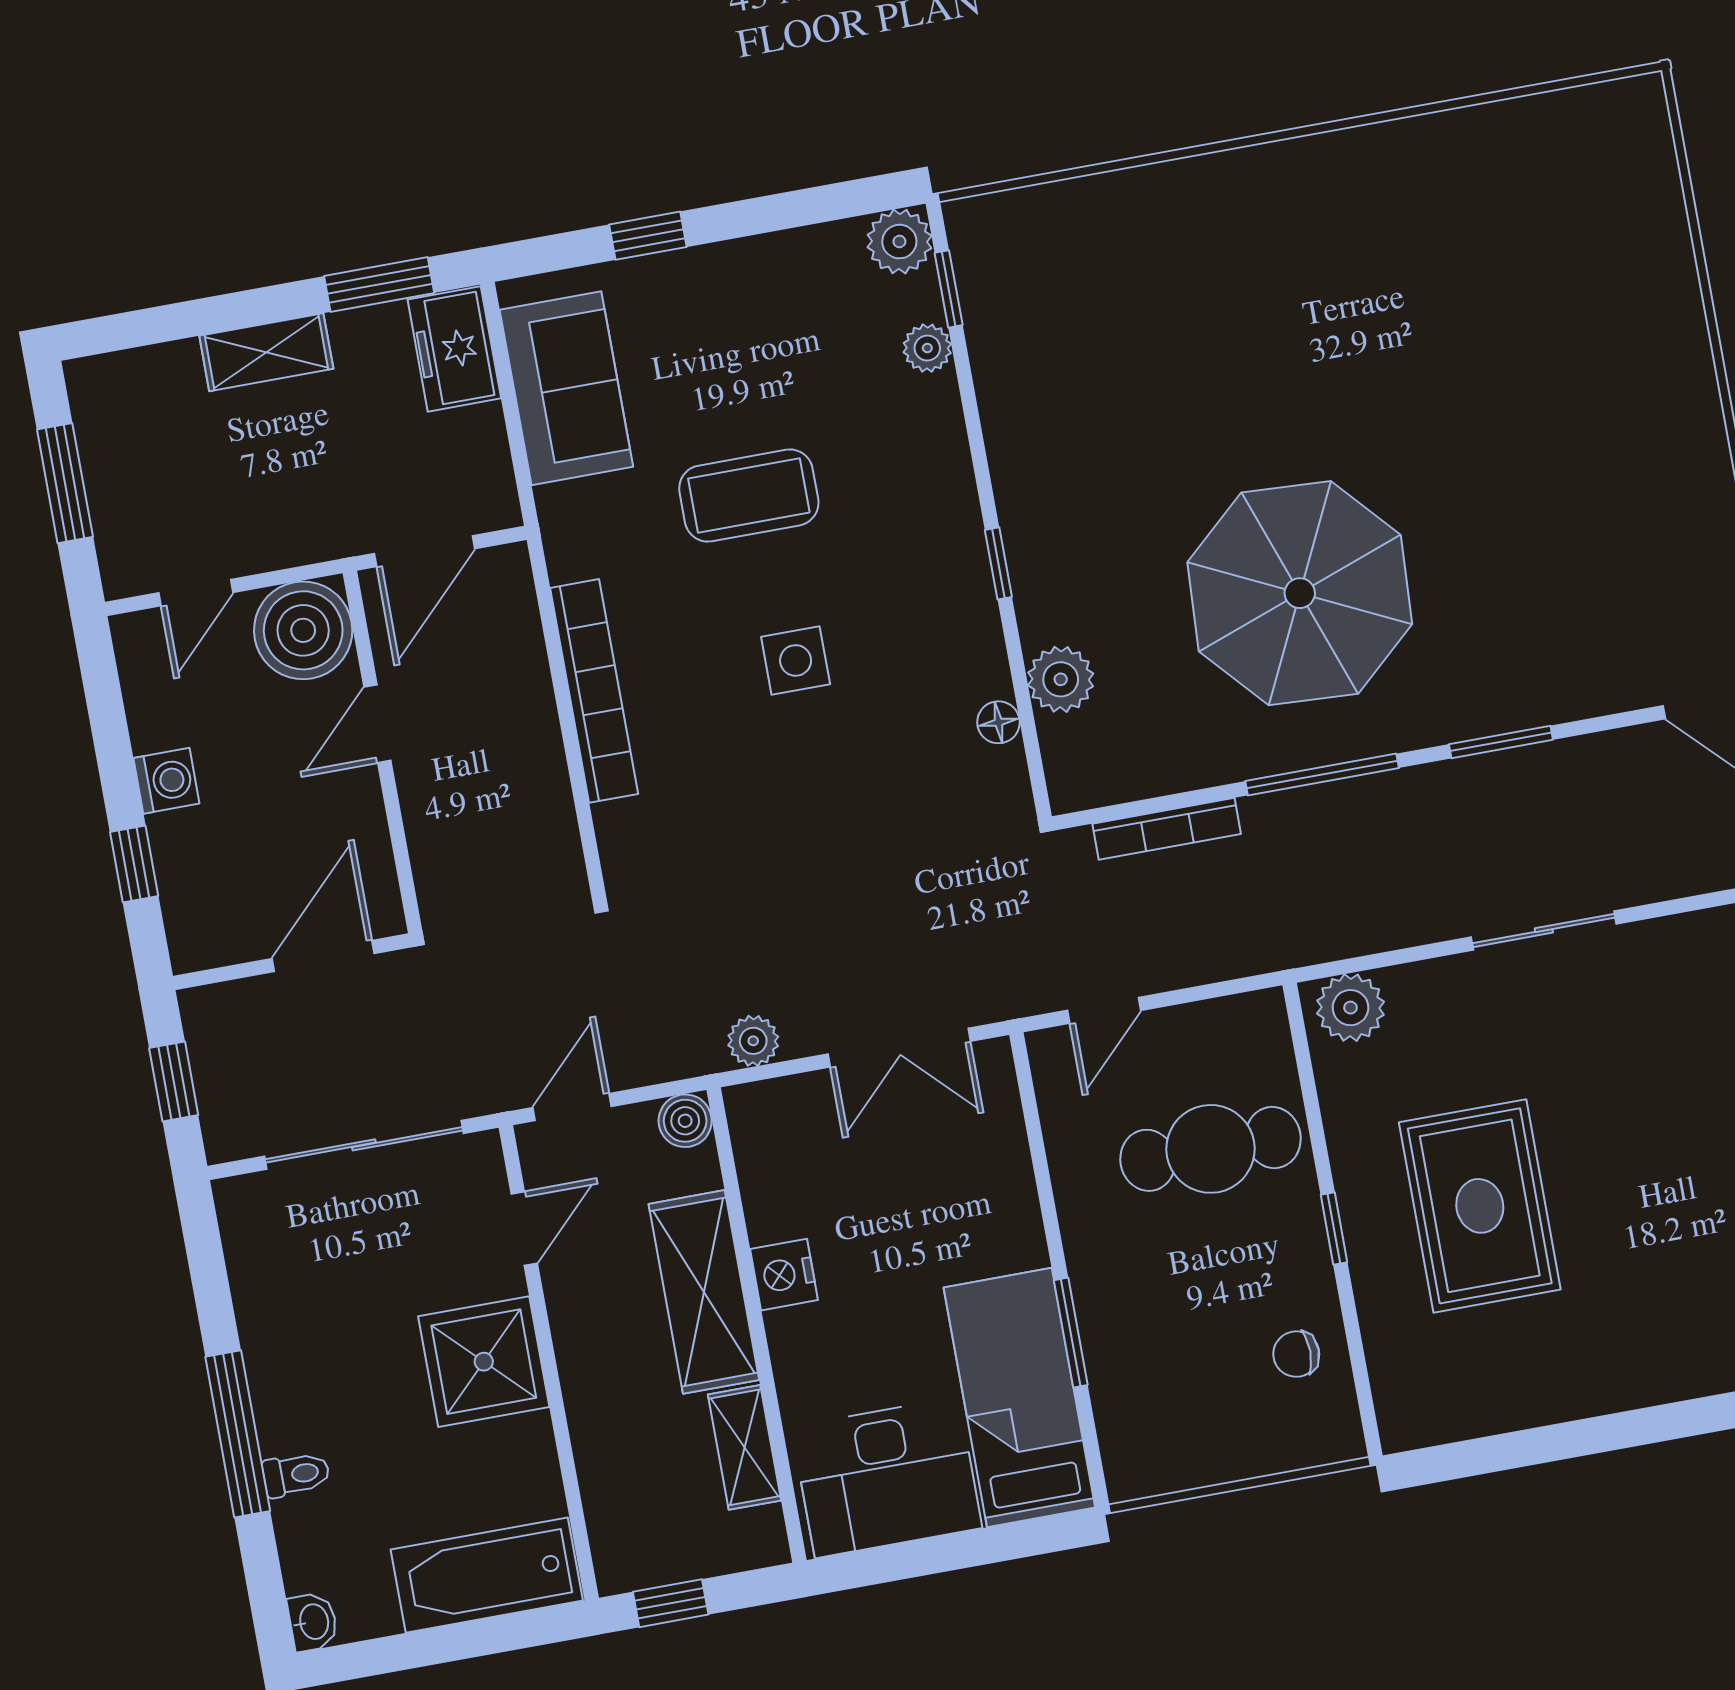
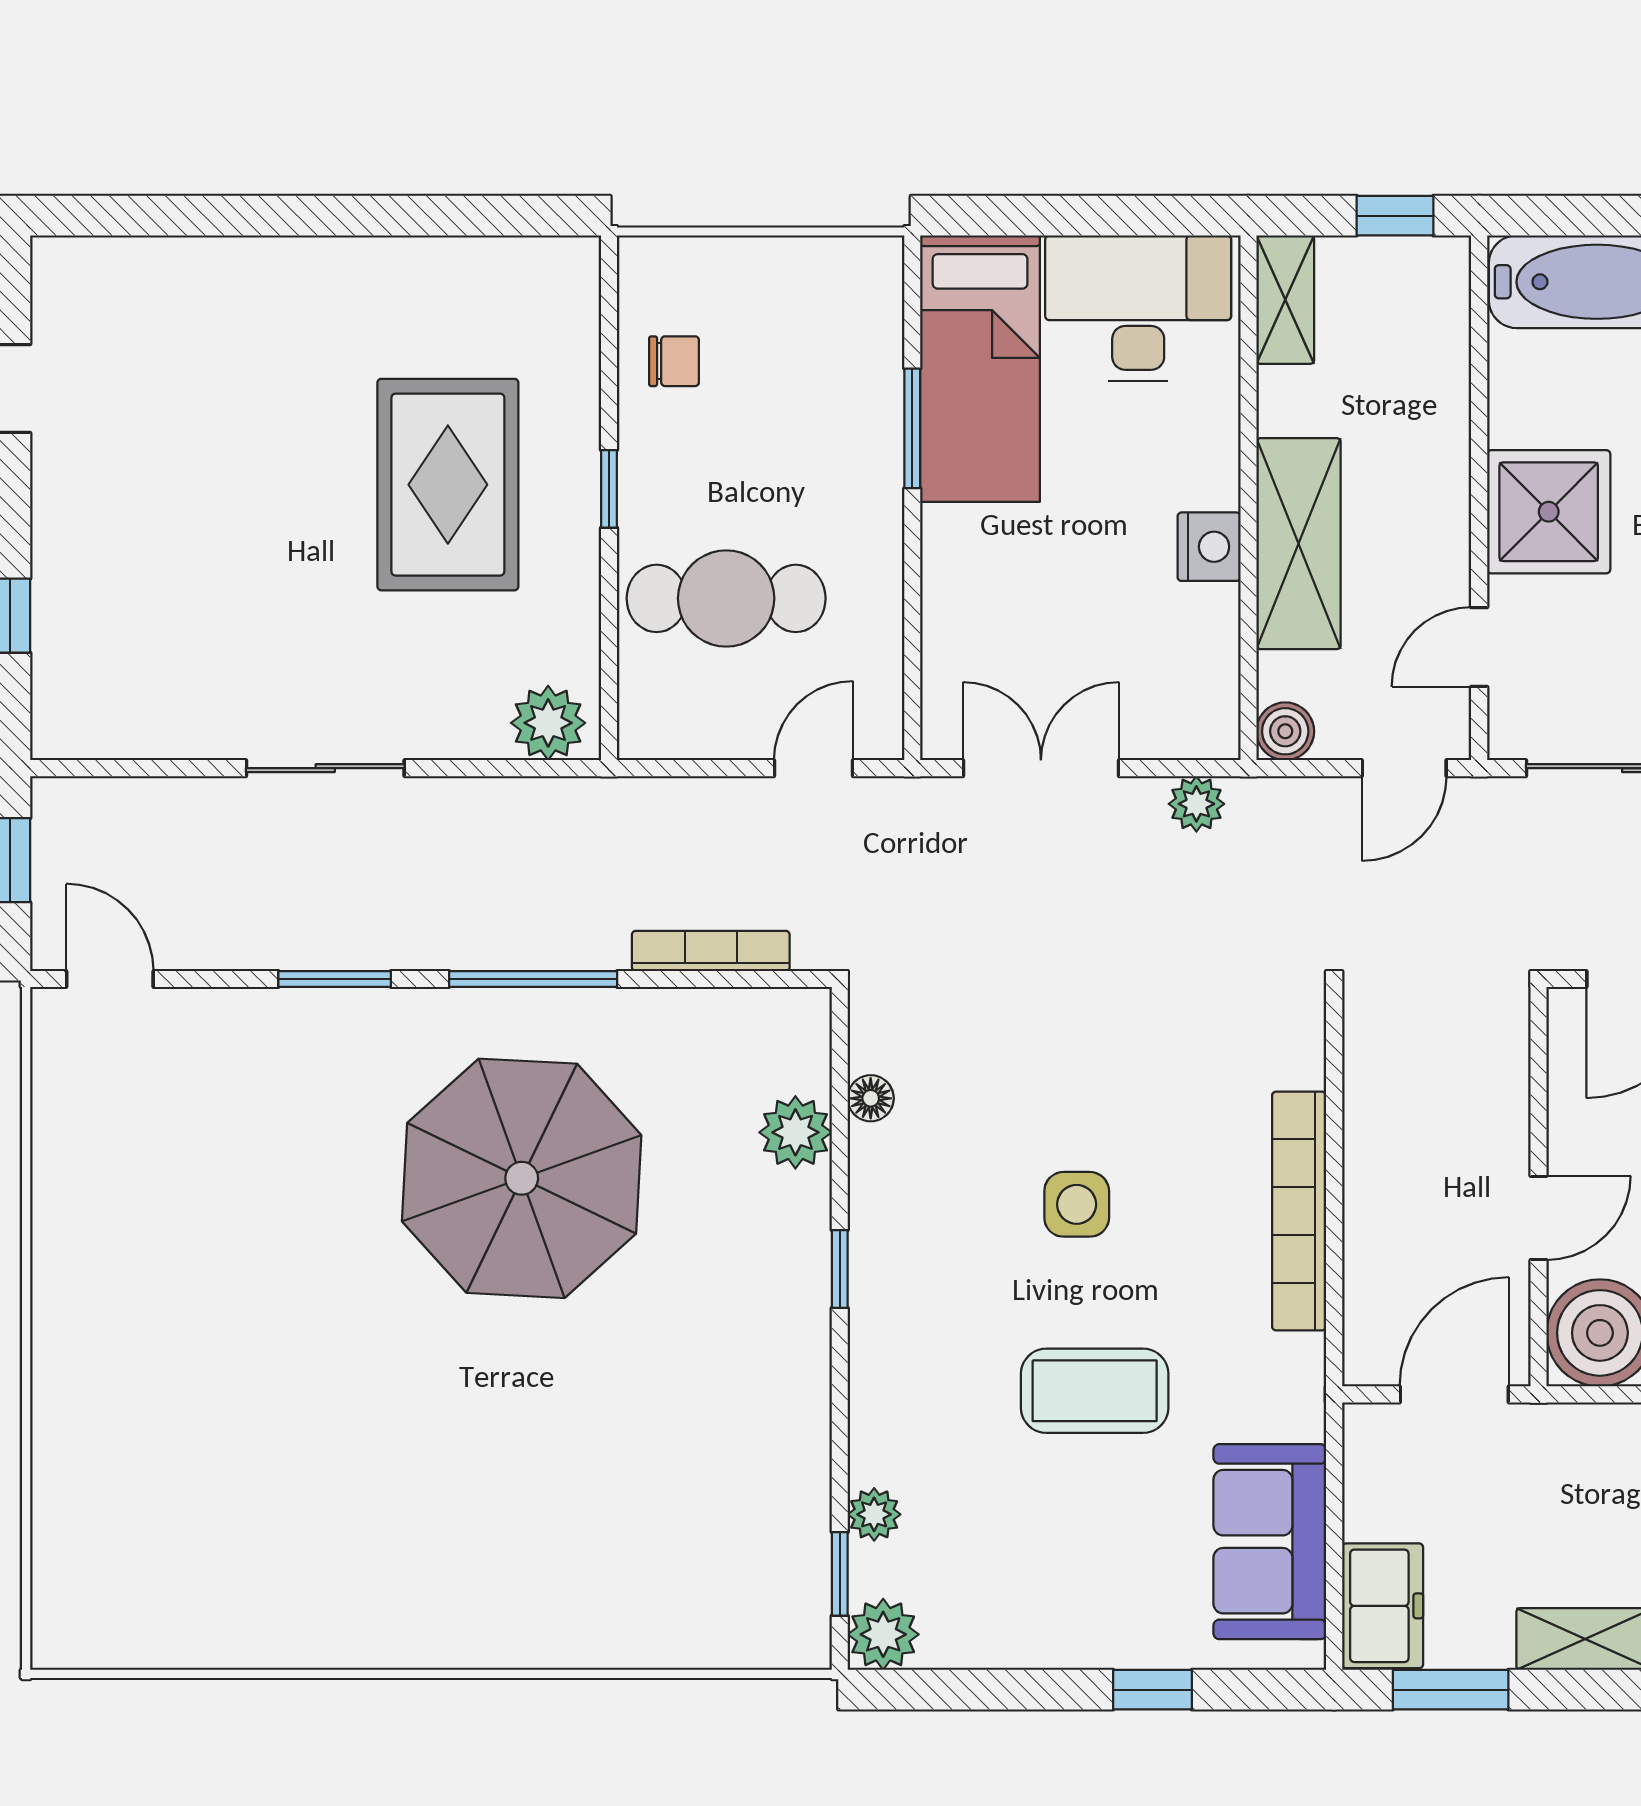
shelving: (744, 1447) -> (1285, 300), moved

